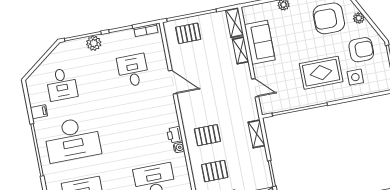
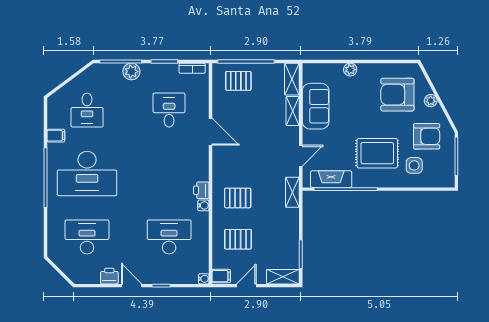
door: (255, 88) -> (301, 156), hinge flipped
fireplace: (285, 103) -> (331, 179), added
shelving: (257, 134) -> (292, 192), moved

